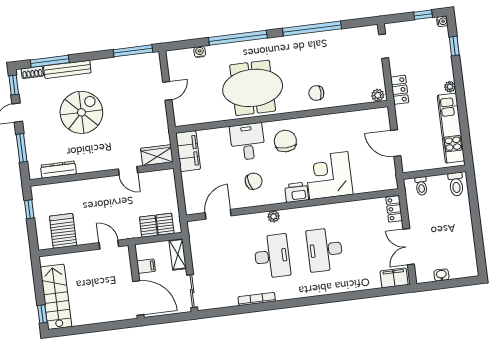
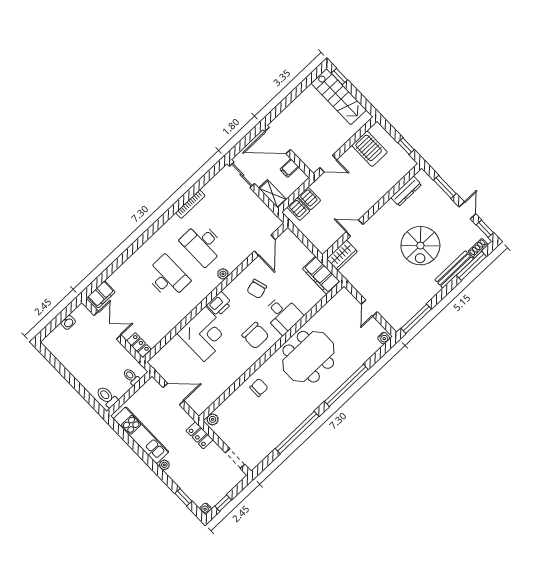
water cooler: (200, 52) -> (384, 338), moved

